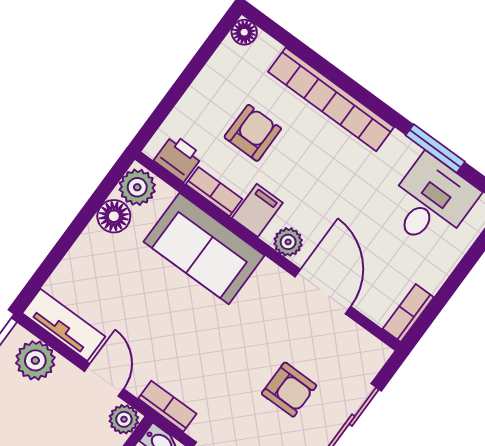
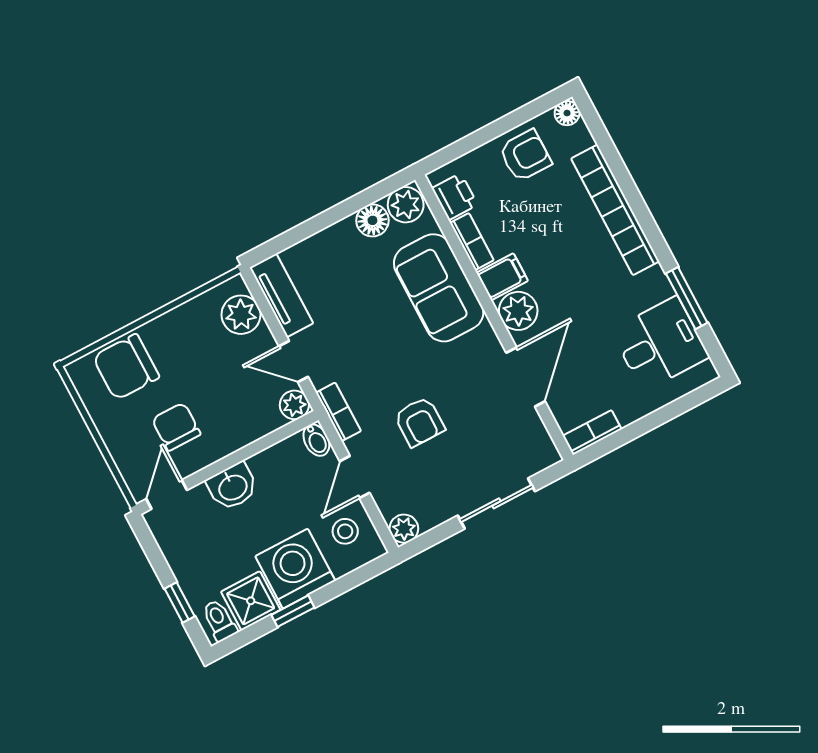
armchair: (253, 133) -> (525, 156), moved
plant: (288, 242) -> (518, 311), width x1.38, depth x1.38
door: (104, 380) -> (293, 362), swing flipped
armchair: (289, 390) -> (419, 422), moved

